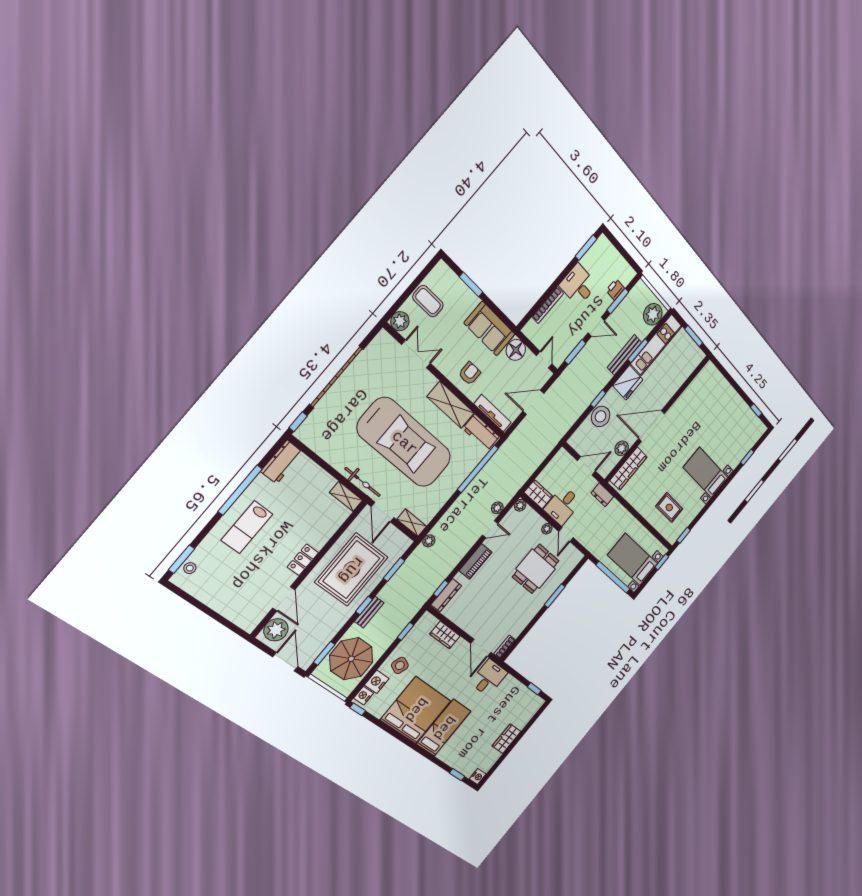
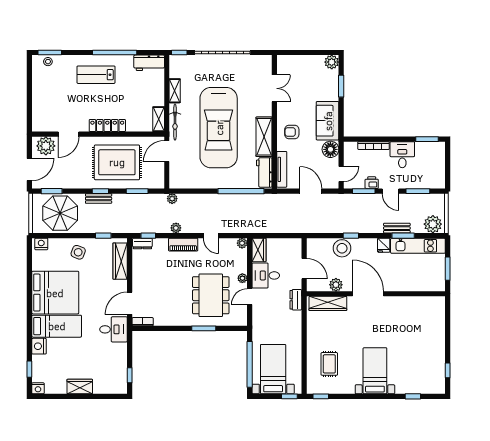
printer: (615, 290) -> (372, 183), moved
coffee table: (428, 301) -> (309, 69), removed
plant: (400, 321) -> (332, 62), moved
bench: (624, 355) -> (397, 228), width x0.73
armchair: (470, 373) -> (292, 132), turned 180
fridge: (628, 383) -> (384, 245), width x0.53, depth x0.75
plant: (497, 508) -> (176, 228), moved
shelving: (412, 523) -> (175, 91), moved
locker: (303, 560) -> (107, 126), width x1.53
dining table: (536, 569) -> (211, 295), width x1.38
dresser: (446, 595) -> (142, 244), width x0.70
wardrobe: (445, 635) -> (120, 261), width x1.50
nightstand: (377, 682) -> (39, 346), moved, turned -90
window: (358, 709) -> (29, 248), removed

